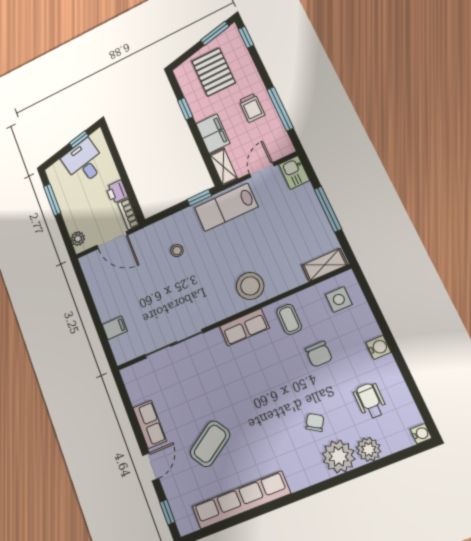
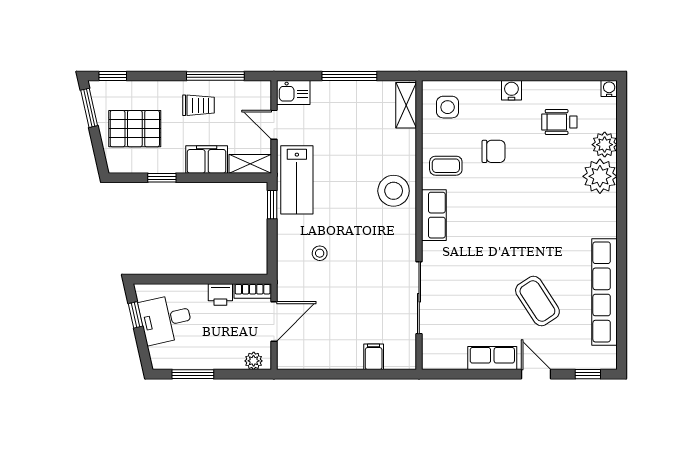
chair: (315, 422) -> (559, 185), removed

